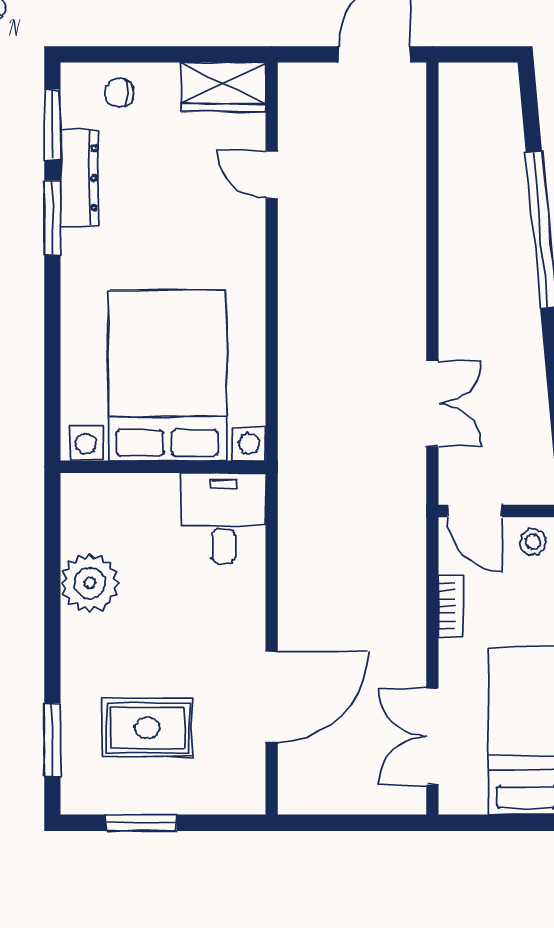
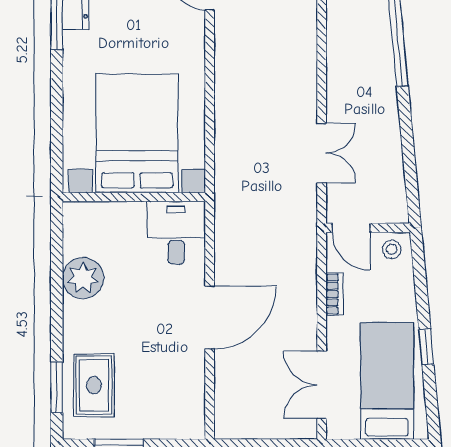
door: (272, 697) -> (210, 317), moved
rug: (147, 728) -> (94, 385), moved, turned 90

